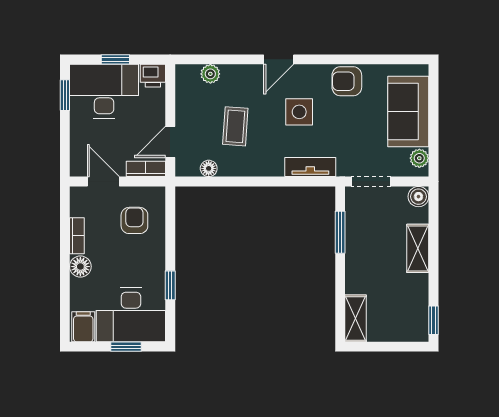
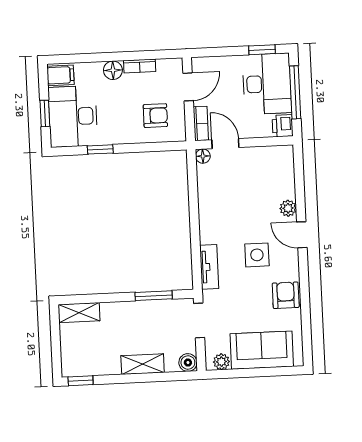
window: (115, 59) -> (295, 92), width x2.17
plant: (210, 74) -> (288, 208), moved
coffee table: (235, 126) -> (242, 200), removed
floor lamp: (209, 168) -> (203, 156), moved

